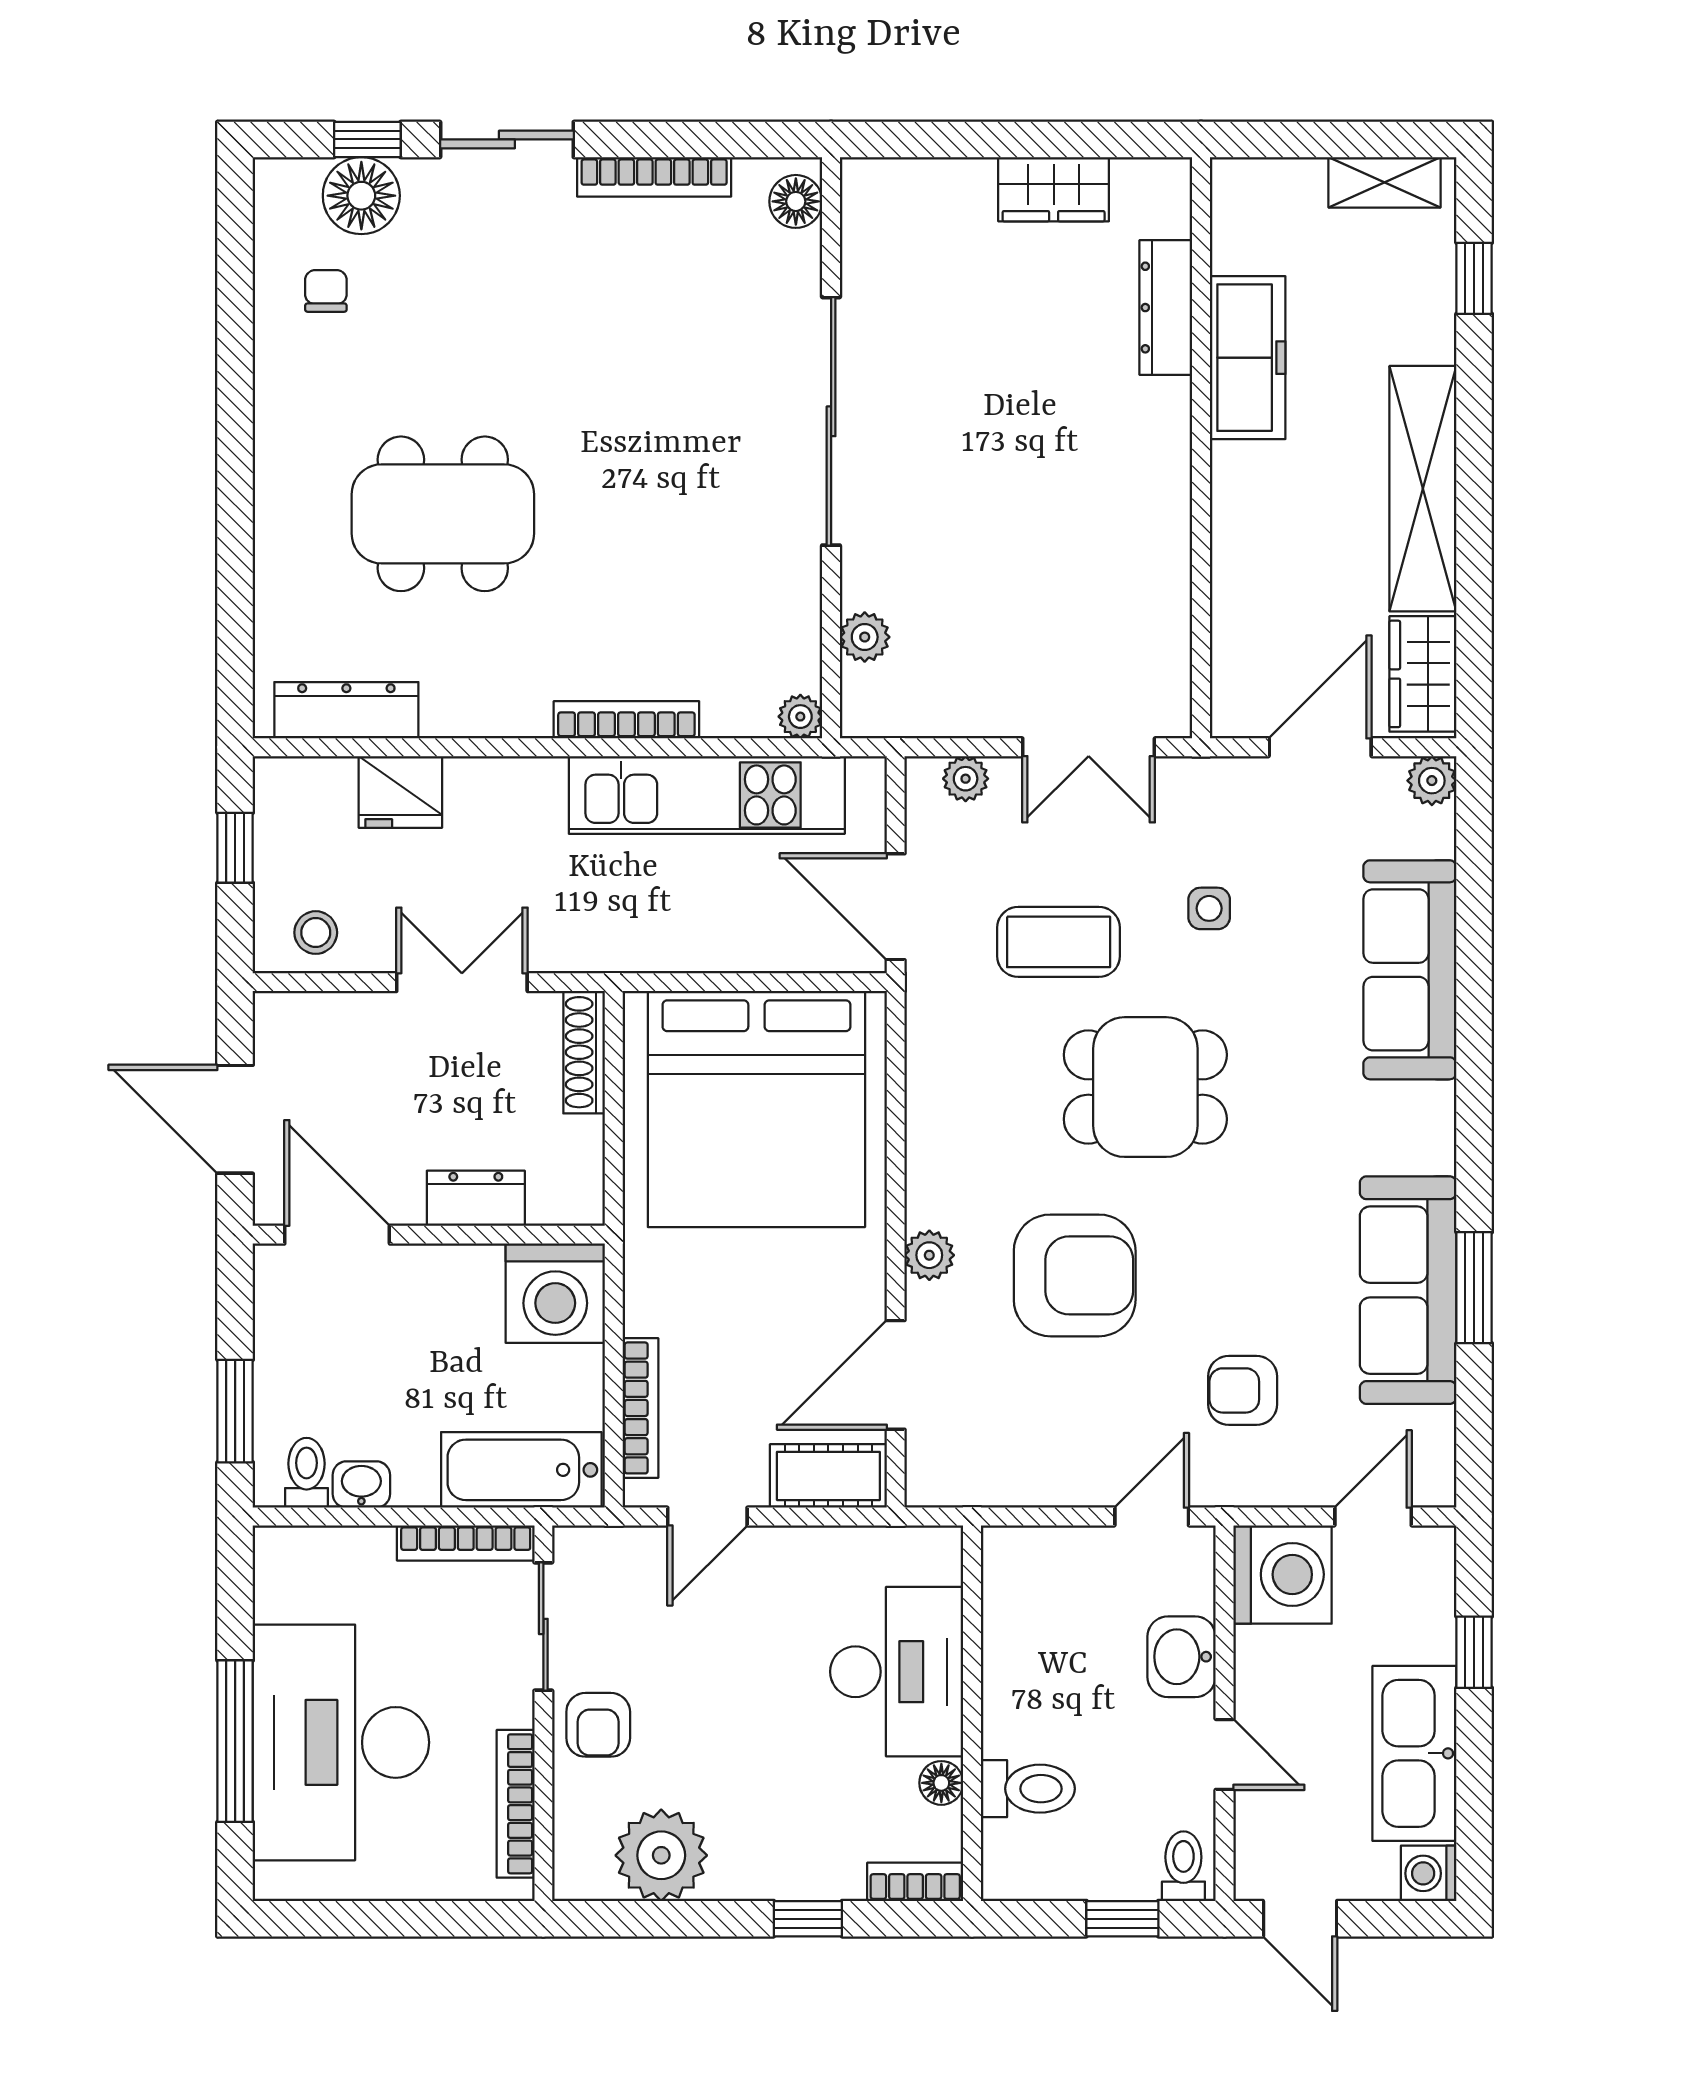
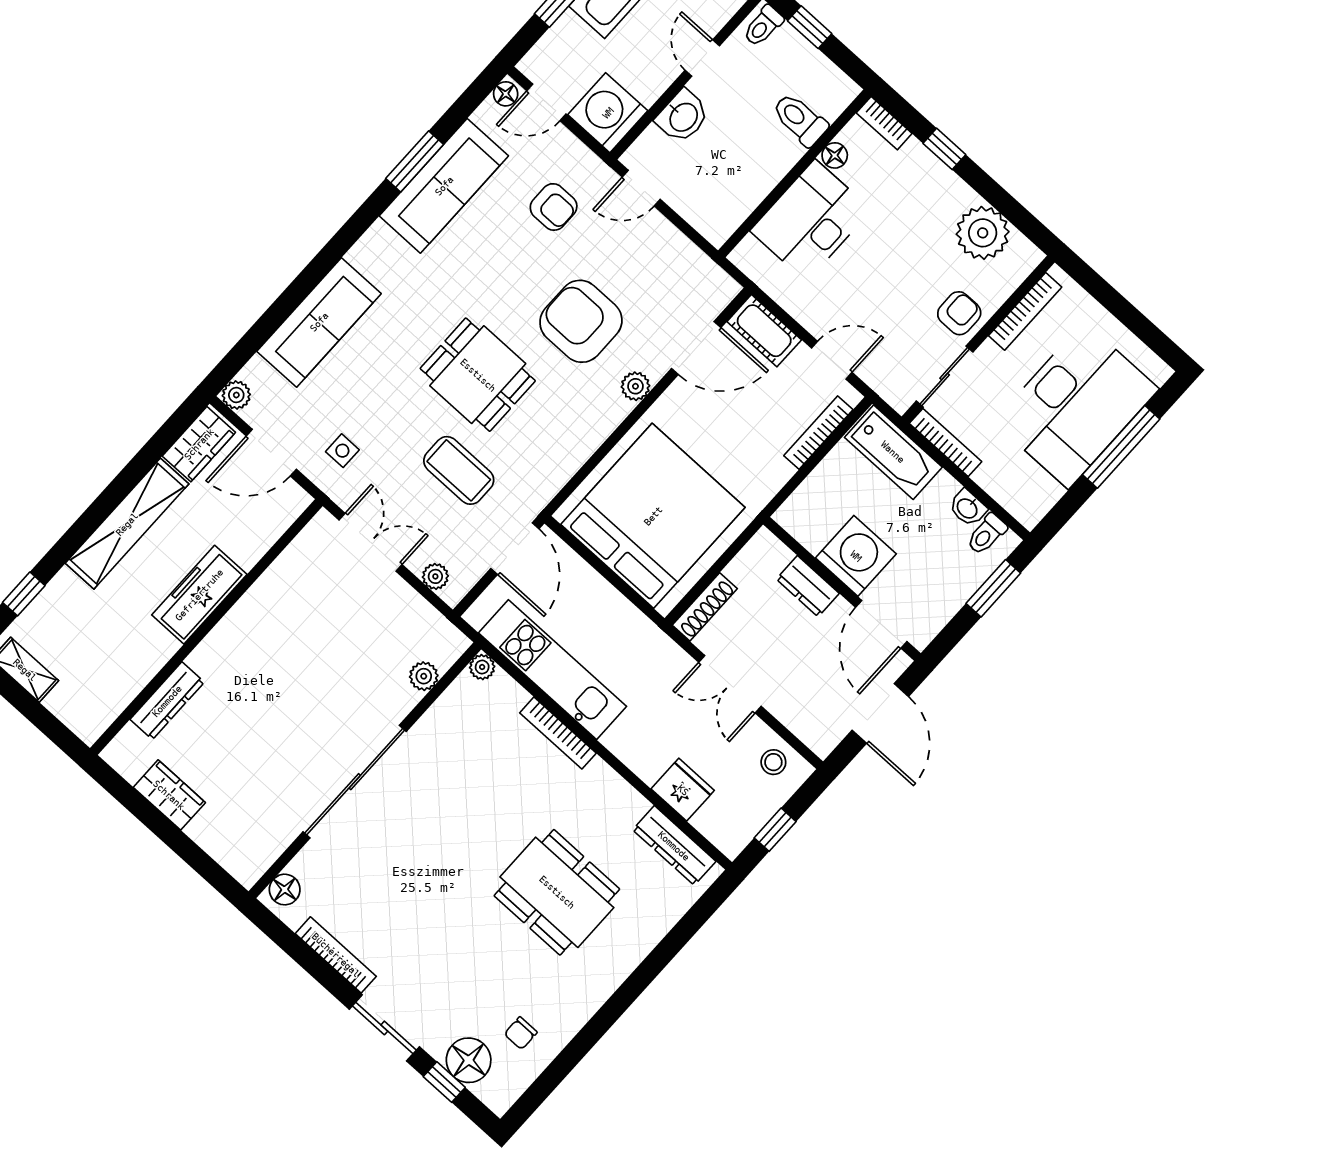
freezer: (1248, 358) -> (199, 595), moved
side table: (1209, 908) -> (342, 451), moved
washing machine: (555, 1293) -> (856, 556), moved
floor lamp: (1436, 1480) -> (506, 94), added

